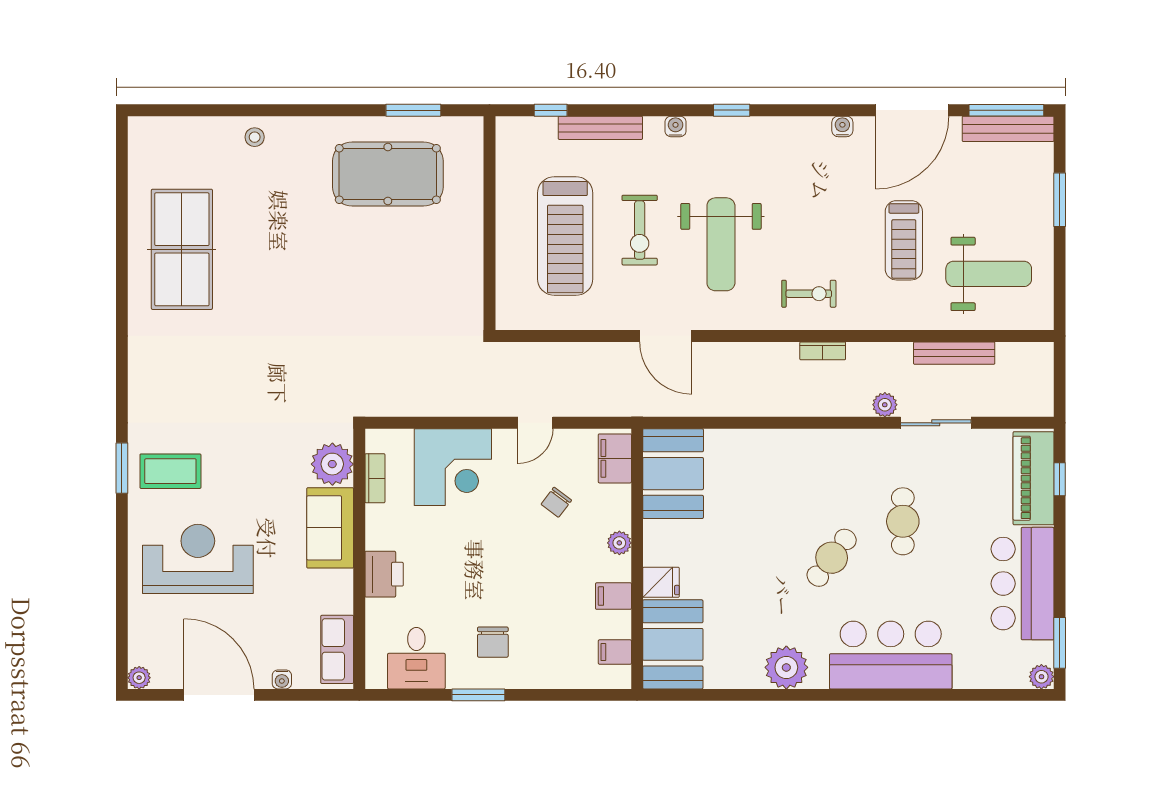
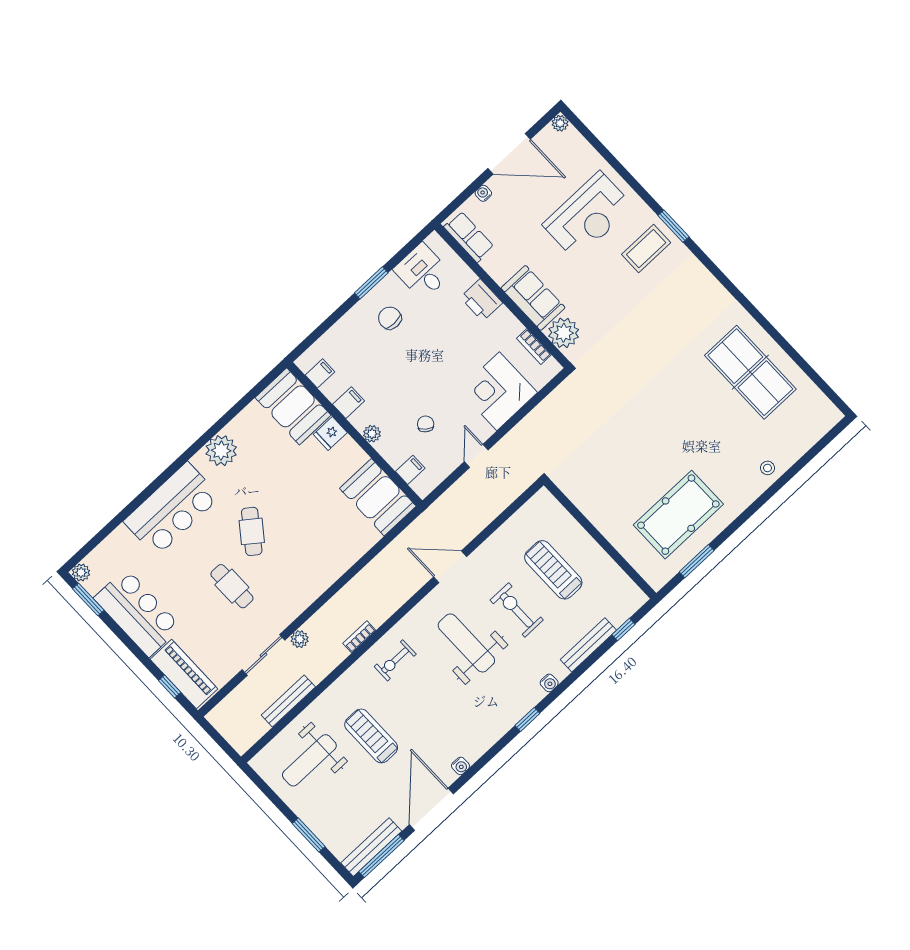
treadmill: (565, 236) -> (553, 570), width x0.73, depth x0.73
filing cabinet: (615, 458) -> (410, 470), width x0.50

